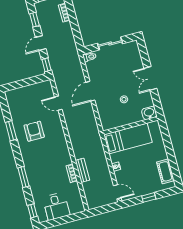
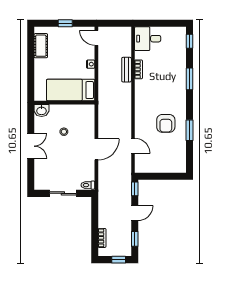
desk: (56, 206) -> (148, 39), moved, turned -90

